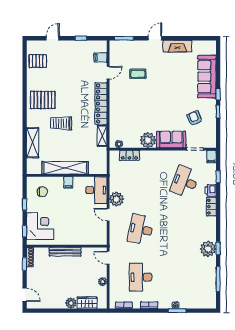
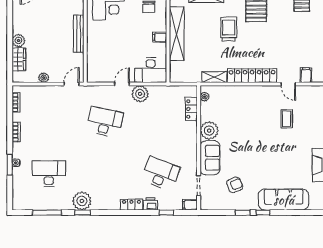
desk: (141, 277) -> (49, 174), moved

